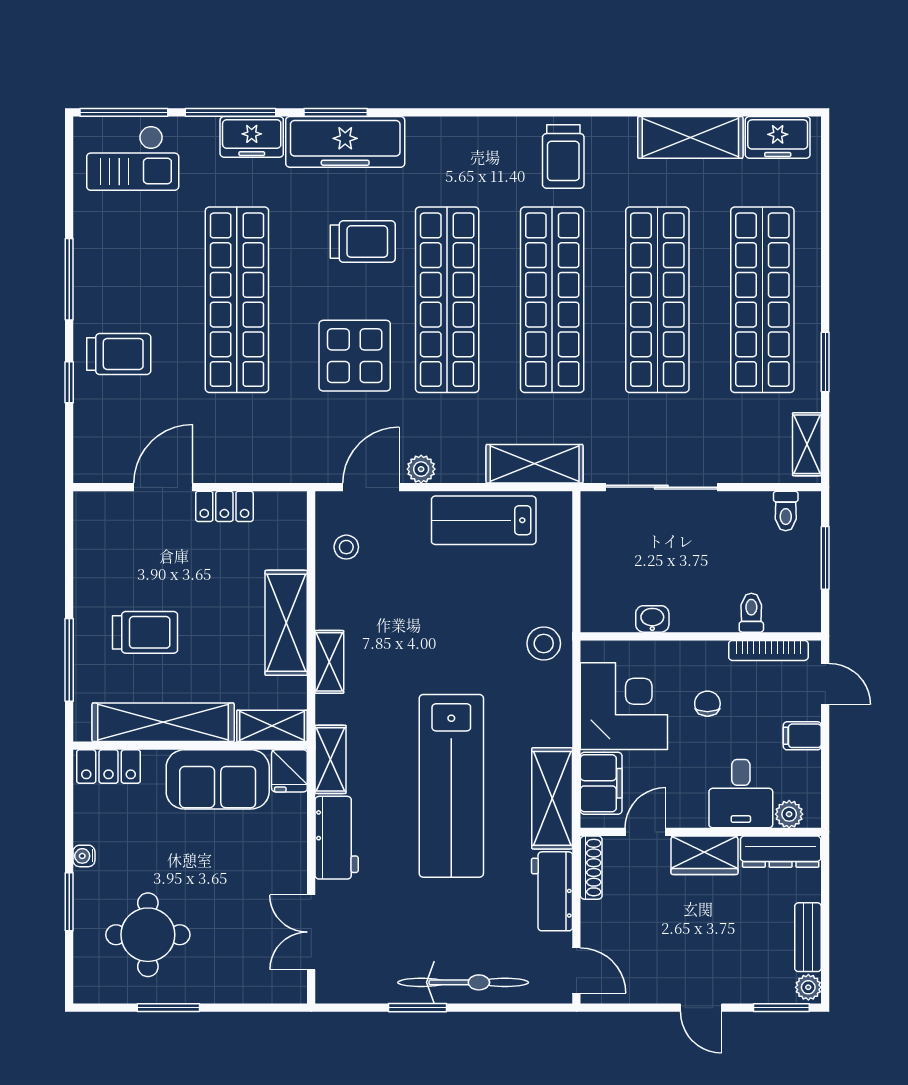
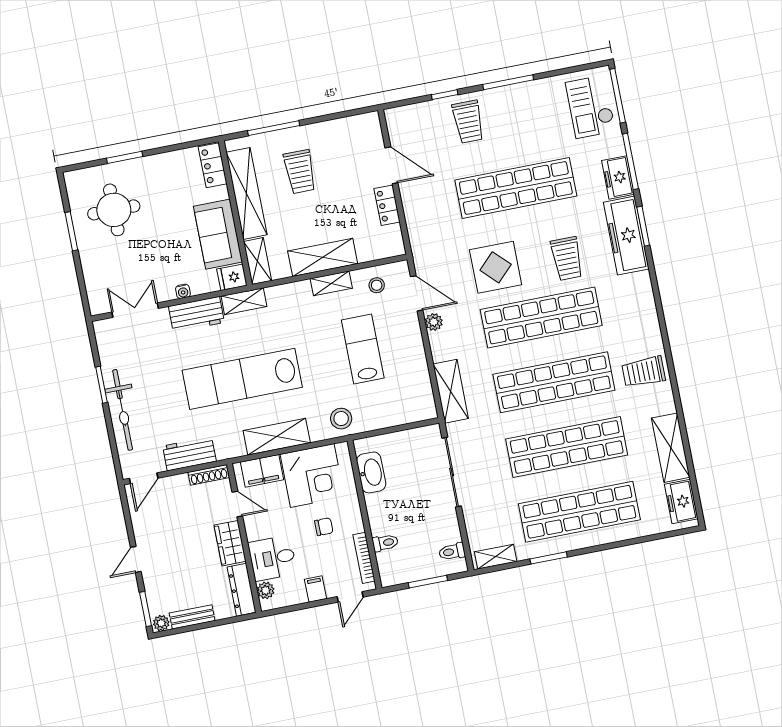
lab bench: (484, 520) -> (363, 349), moved
washbasin: (652, 619) -> (371, 472), width x1.91, depth x1.45
shelving: (329, 662) -> (331, 283), moved
shelving: (552, 798) -> (277, 437), moved
water cooler: (84, 856) -> (183, 291), moved, turned 180

